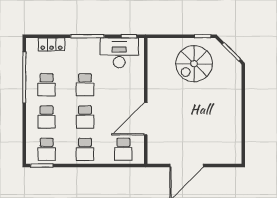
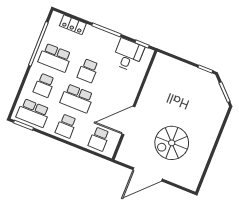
desk: (119, 53) -> (128, 55), width x0.73
spiral stairs: (194, 64) -> (172, 143), moved
school desk: (47, 85) -> (55, 58), width x1.85
school desk: (85, 117) -> (77, 98), width x1.85
school desk: (47, 149) -> (33, 113), width x1.85

